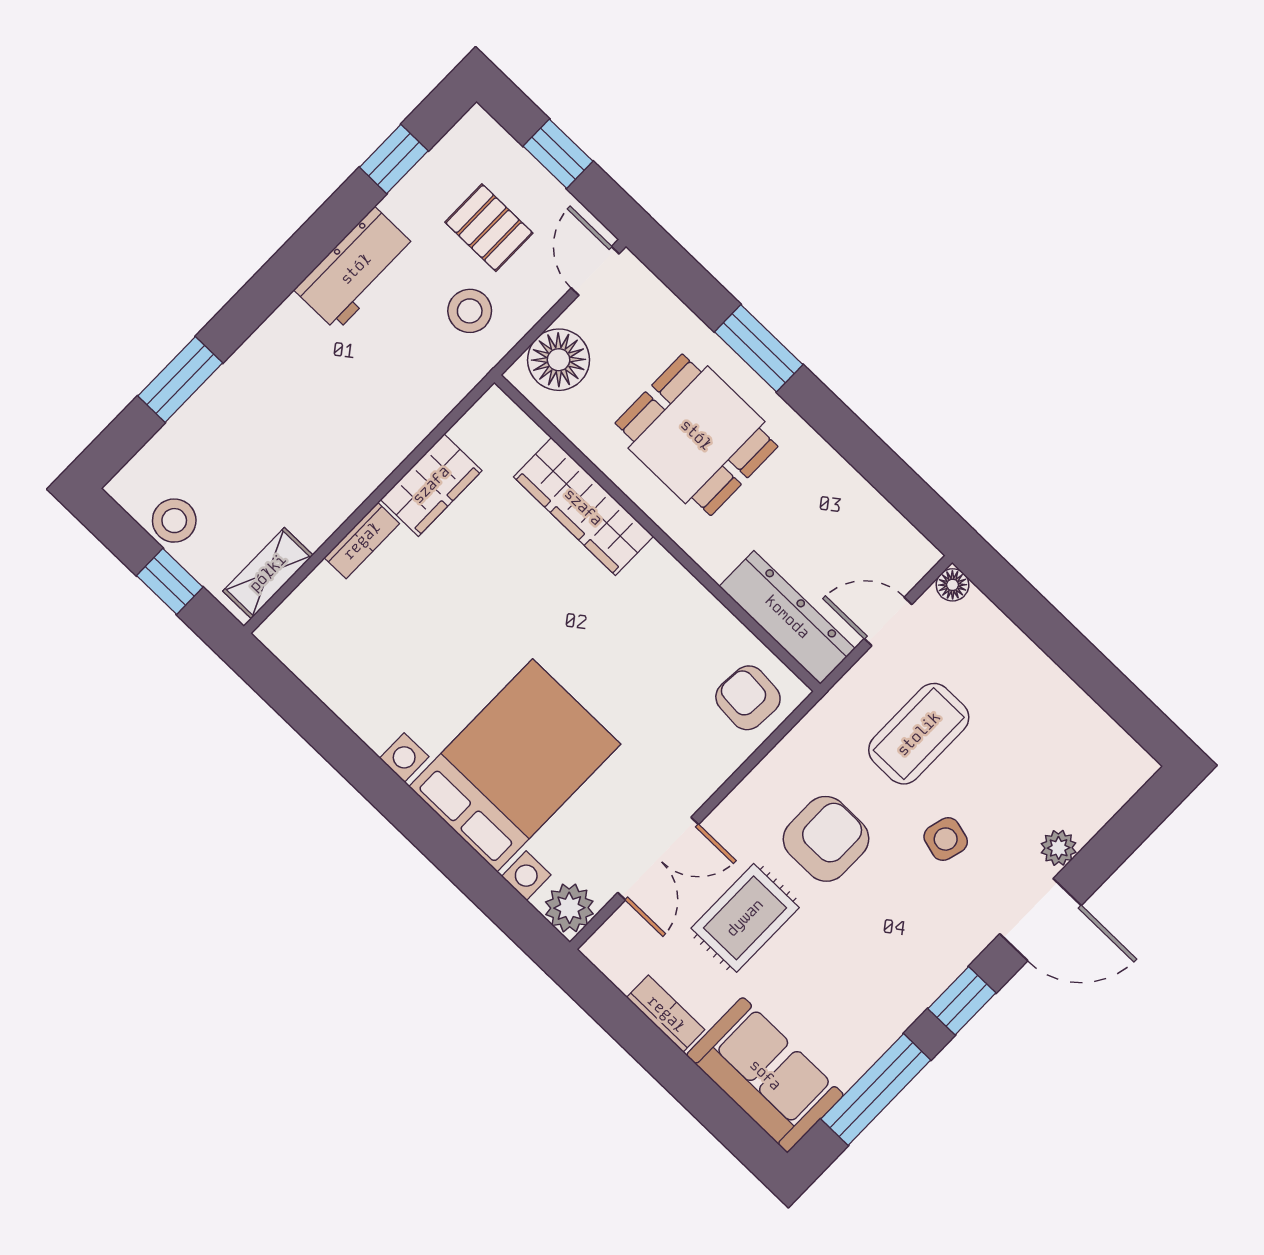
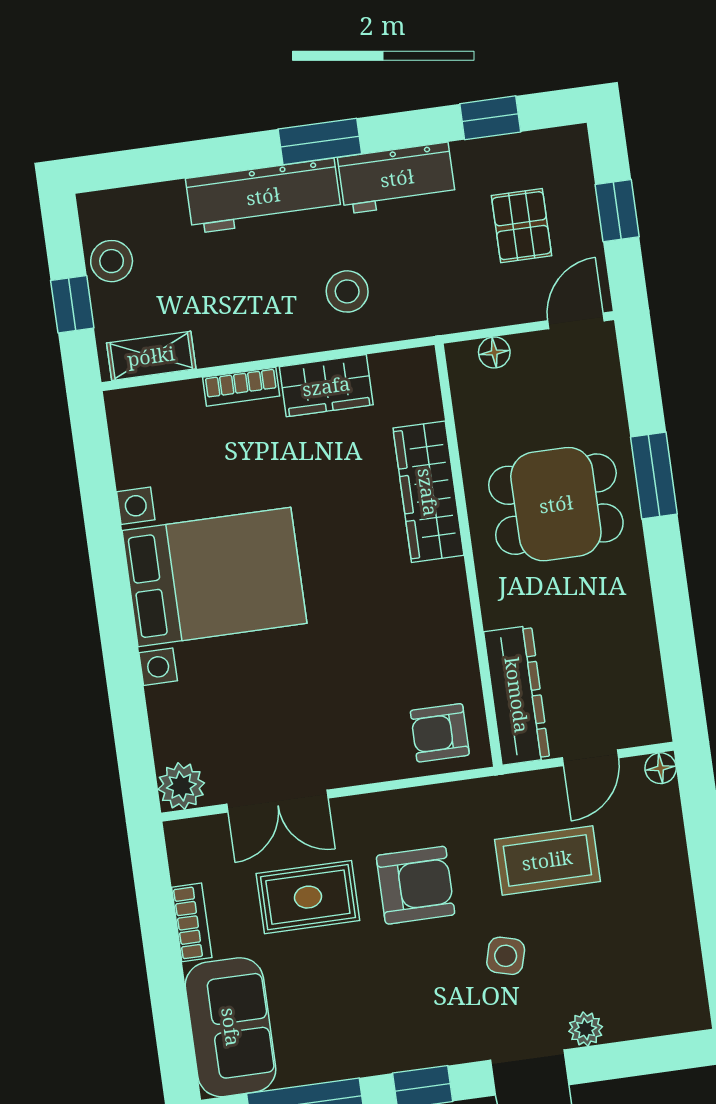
stool: (470, 311) -> (347, 291), moved
floor lamp: (559, 360) -> (494, 352), width x0.53, depth x0.53
workbench: (257, 369) -> (263, 196), added
window: (180, 379) -> (320, 141), moved
dining table: (696, 435) -> (556, 504), turned 90
door: (888, 621) -> (590, 758), swing flipped
armchair: (748, 698) -> (440, 733), turned -94
bed with nightstands: (515, 765) -> (214, 577), moved

